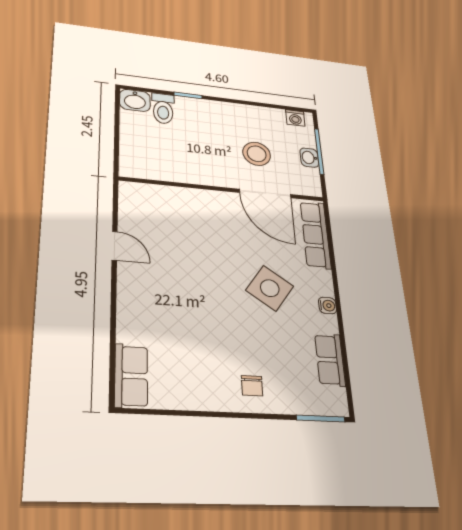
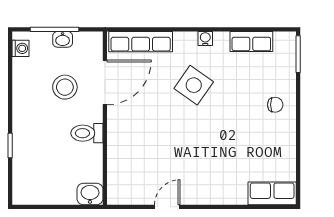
washbasin: (135, 100) -> (90, 194), moved, turned -90
toilet: (163, 109) -> (87, 133), moved, turned 180

